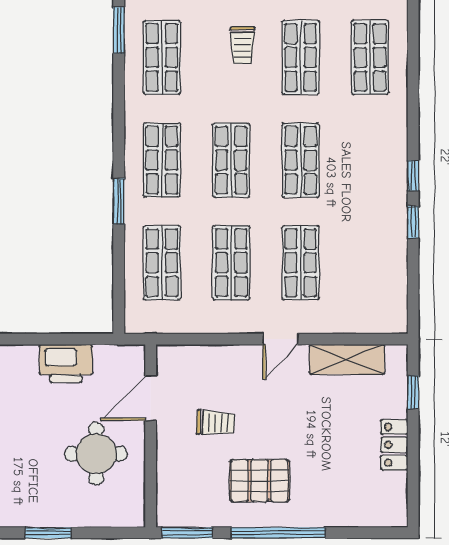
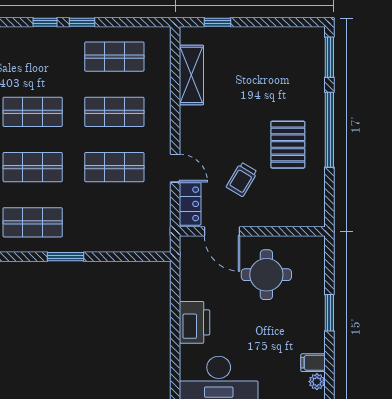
shop shelf: (162, 263) -> (114, 57), moved
door: (281, 339) -> (175, 168), moved
printer: (66, 363) -> (195, 322), moved
trolley: (216, 423) -> (242, 179), turned -152
locker: (394, 445) -> (190, 204), moved, turned -90
window: (187, 533) -> (329, 57), moved

